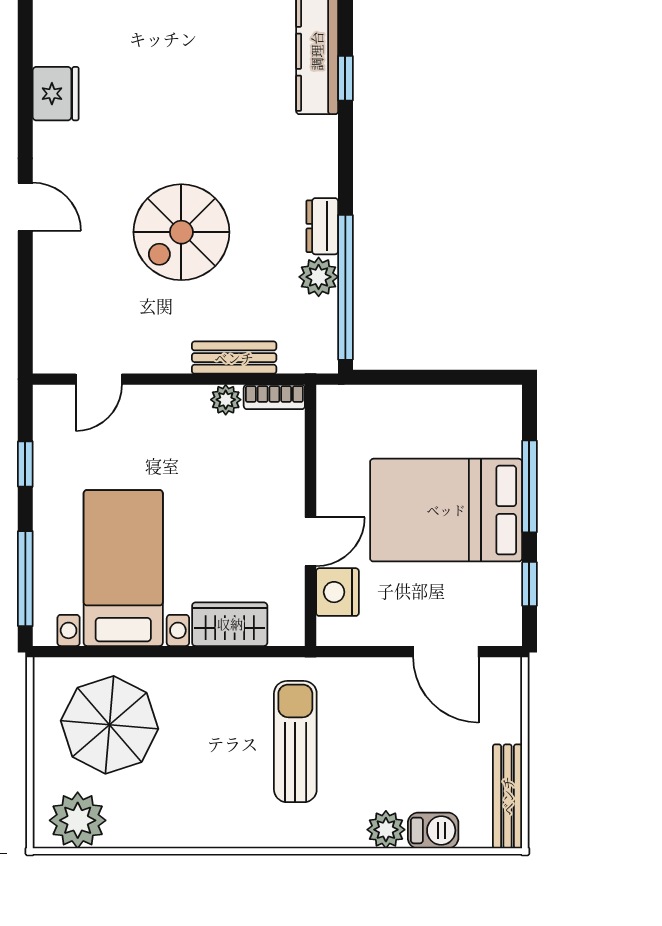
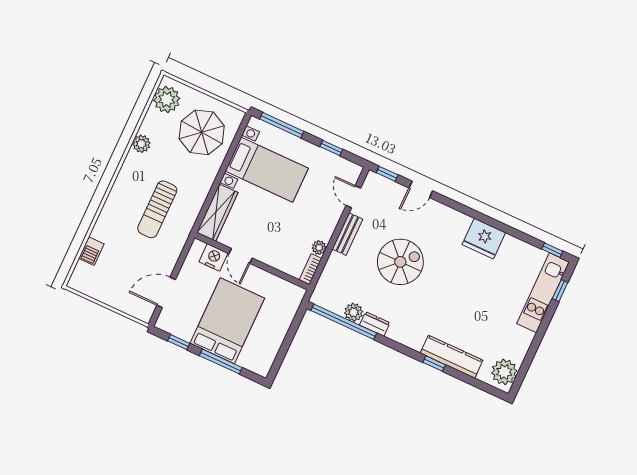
fridge: (56, 94) -> (484, 239), width x1.36, depth x1.34
door: (25, 207) -> (421, 189), moved
spiral stairs: (181, 232) -> (400, 262), turned 90
window: (25, 335) -> (387, 174), added
bench: (234, 358) -> (347, 234), moved
wardrobe: (230, 624) -> (217, 213), width x1.50
sun lounger: (295, 742) -> (157, 209), turned 90
bench: (508, 796) -> (91, 290), removed
plant: (386, 830) -> (141, 144), moved

